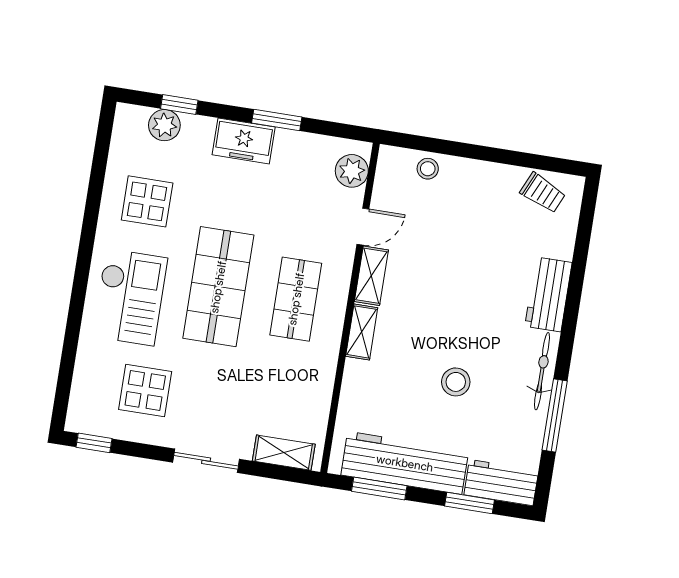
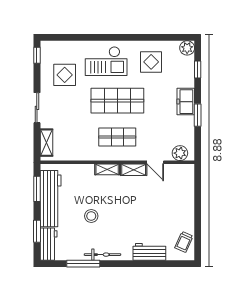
plant: (164, 125) -> (187, 48), moved
stool: (428, 169) -> (187, 188), removed
workbench: (548, 294) -> (149, 252), moved

